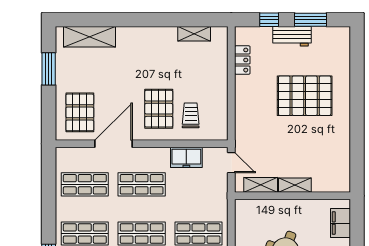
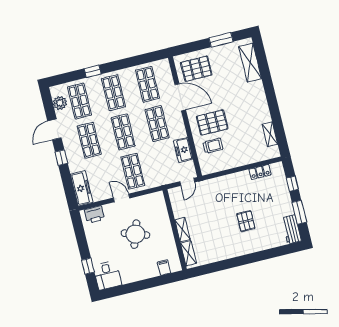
workbench: (292, 36) -> (291, 229), moved
pallet: (305, 96) -> (246, 221), width x0.49, depth x0.50
shelving: (261, 185) -> (188, 253), moved
filing cabinet: (341, 223) -> (164, 267), width x0.50

